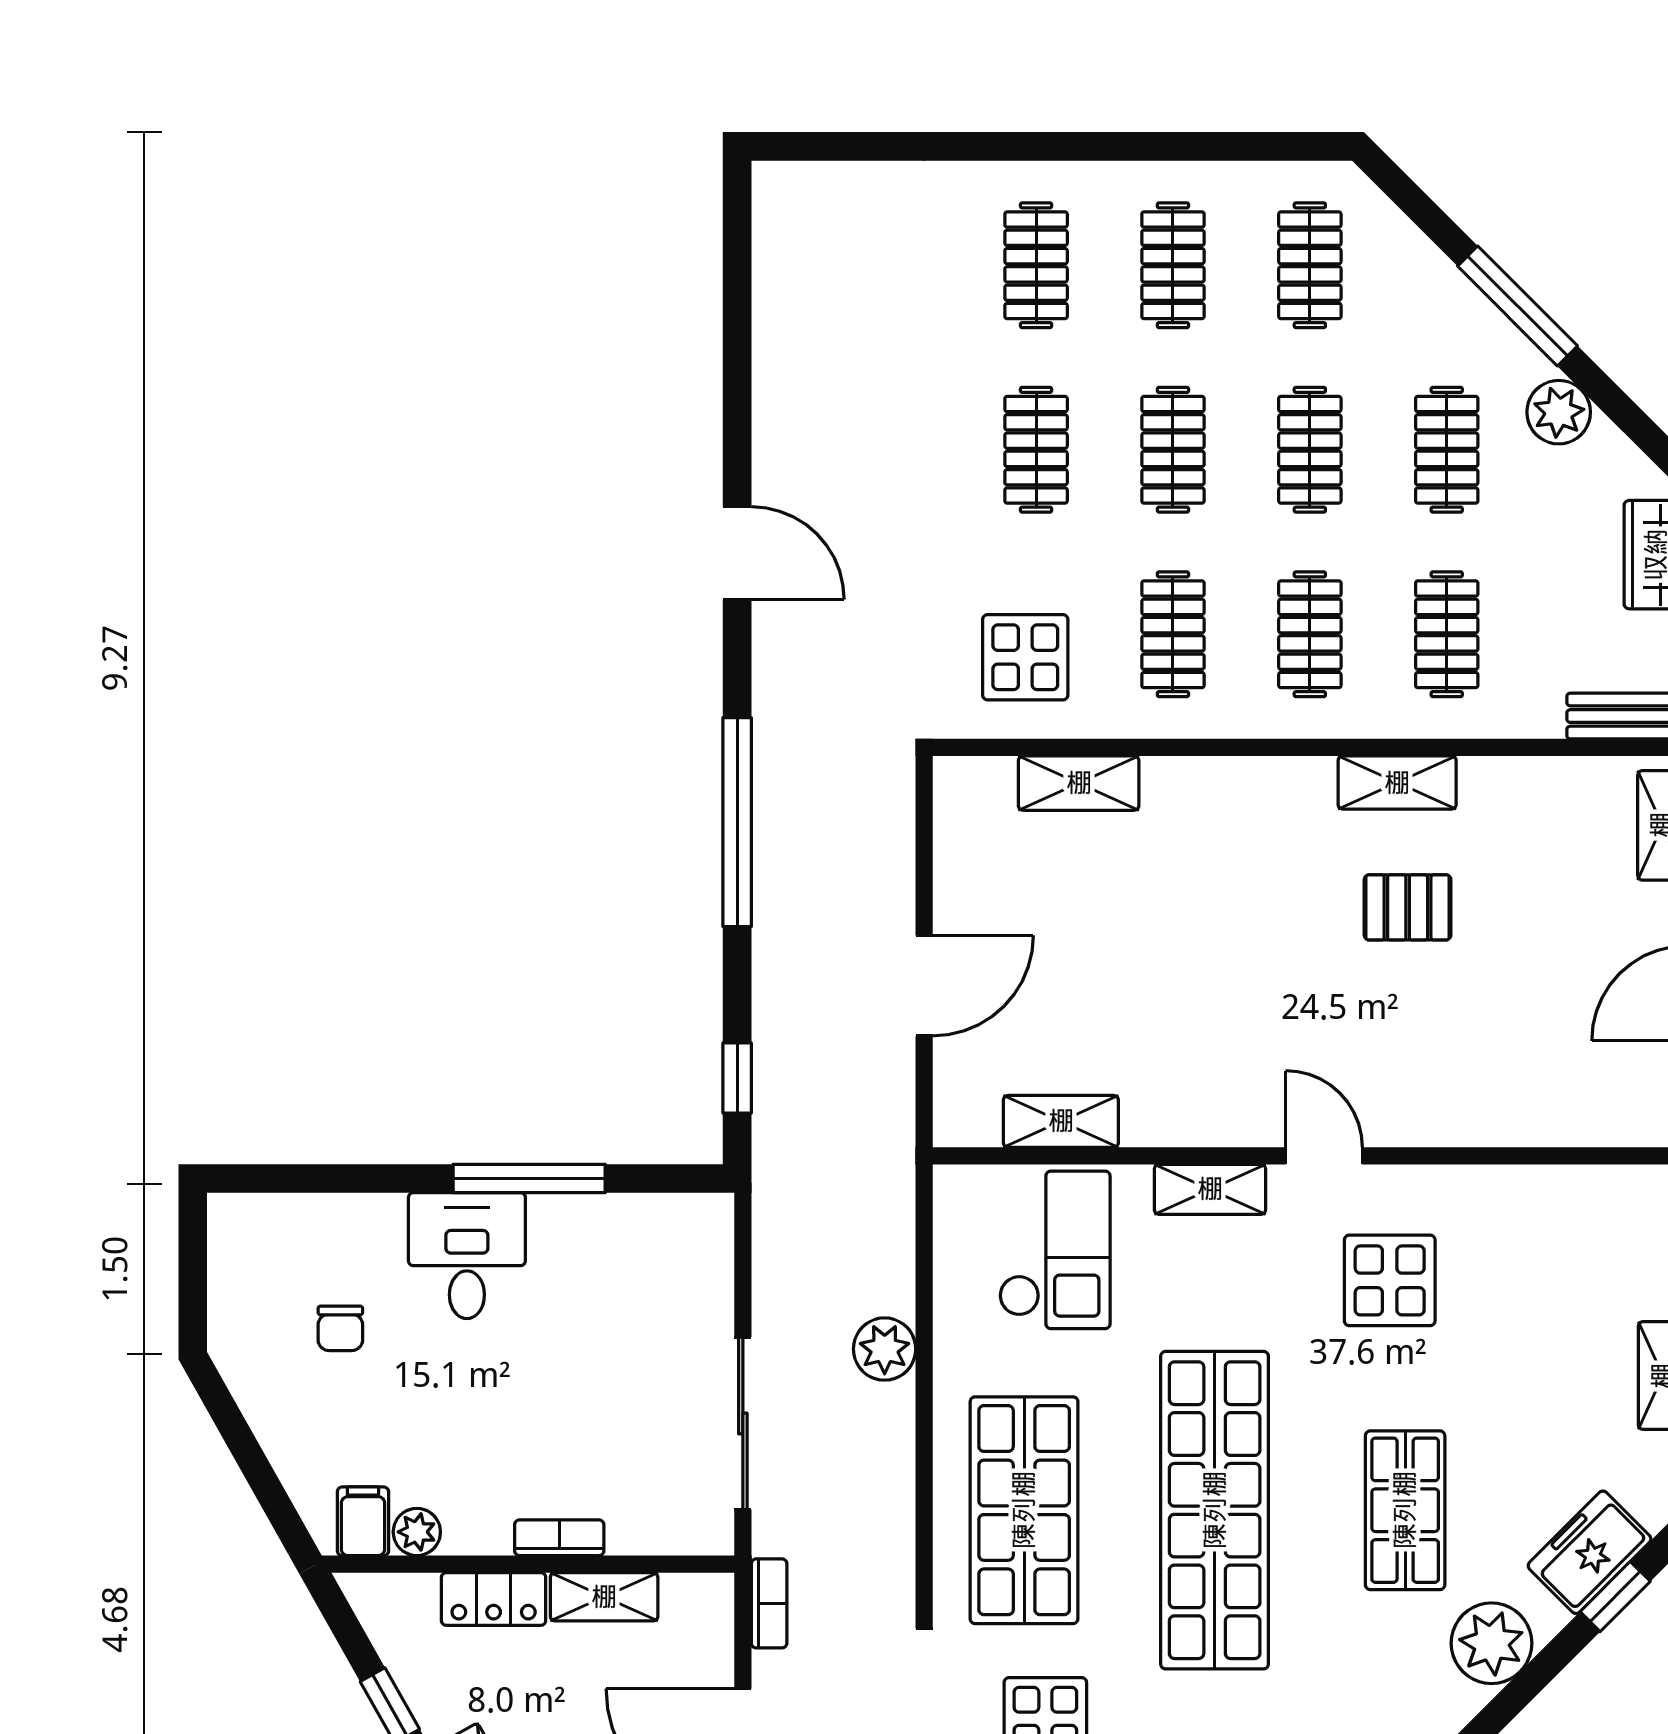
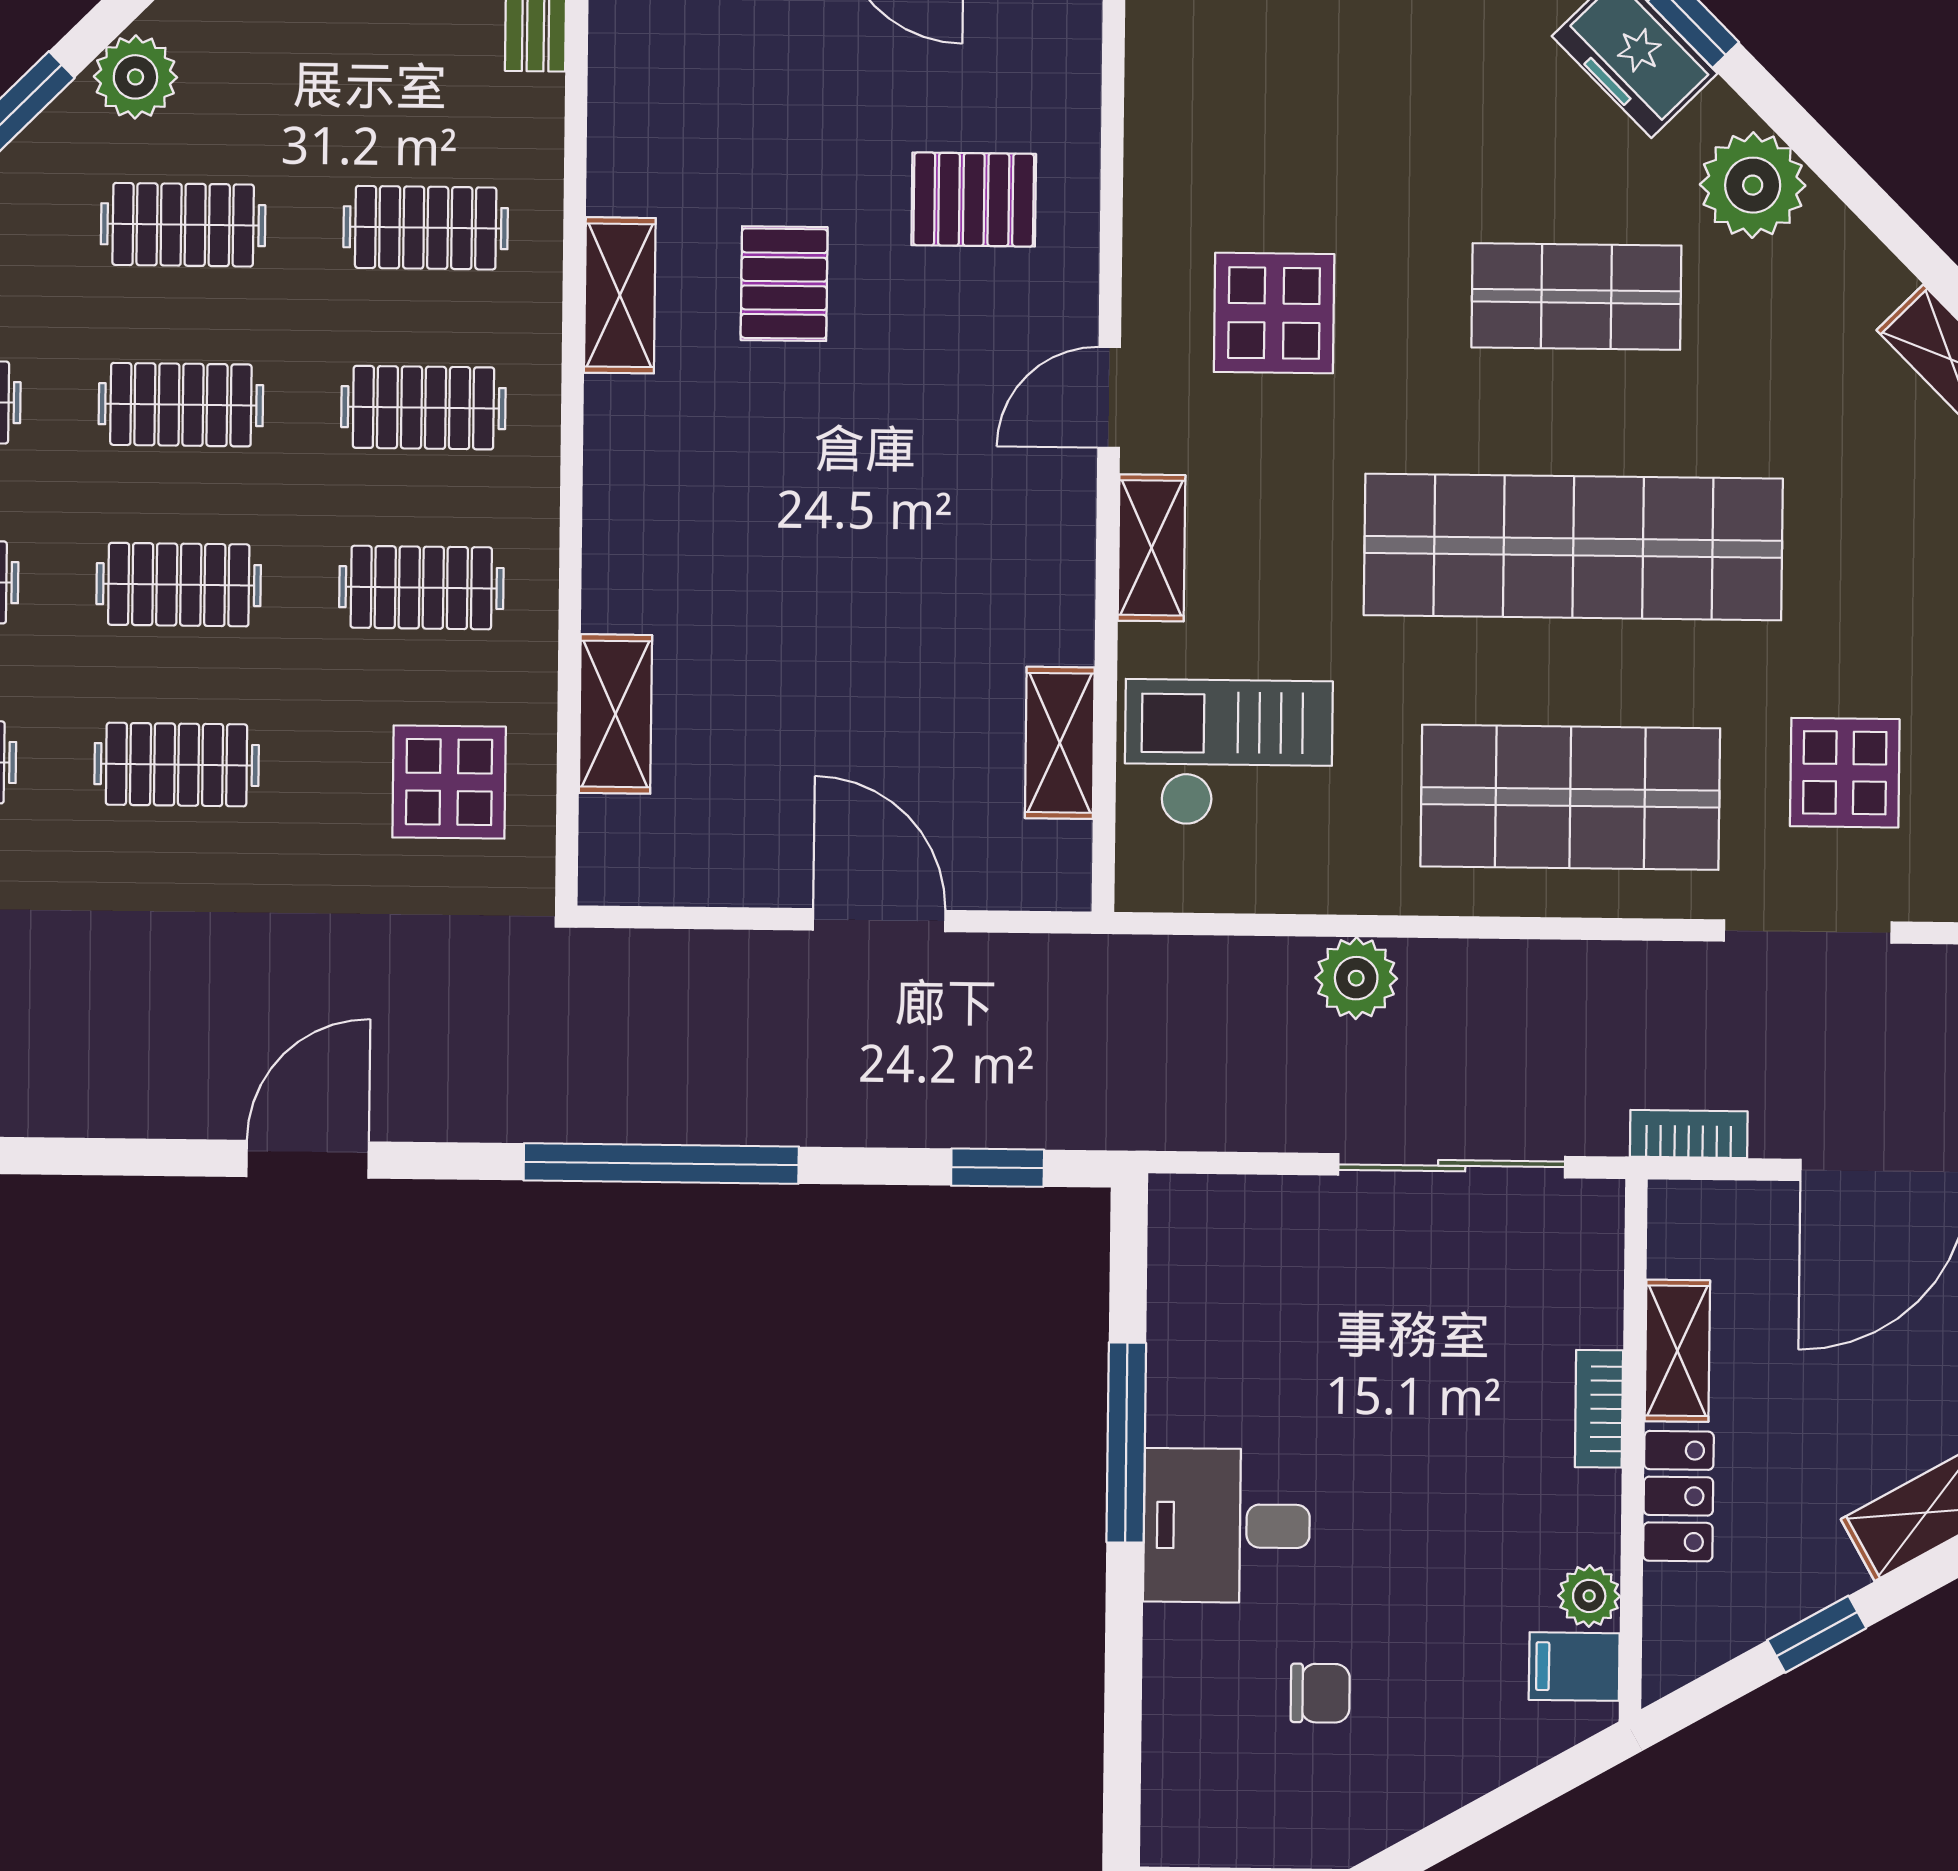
pallet: (1473, 1051) -> (974, 200), added

